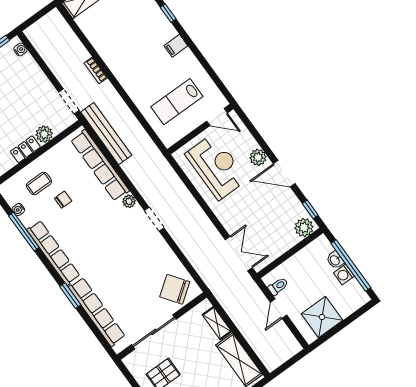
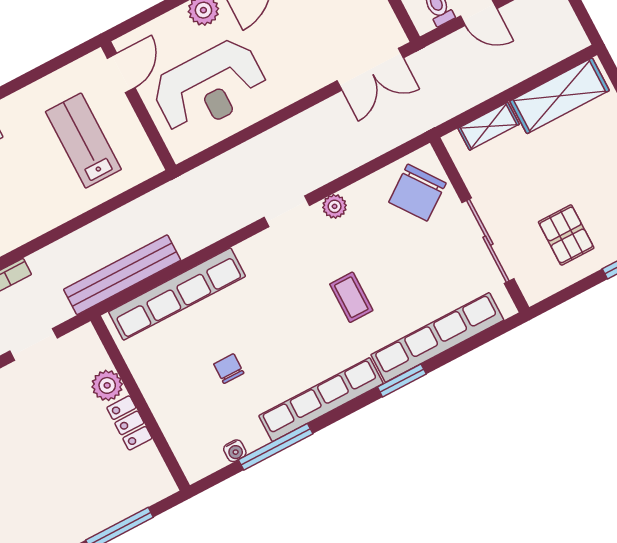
doorway: (69, 101) -> (33, 344), moved
lab bench: (177, 102) -> (83, 141), turned 180
reception desk: (216, 167) -> (210, 87), turned 180
coffee table: (39, 183) -> (351, 297), moved
plant: (129, 201) -> (335, 206), moved
double door: (239, 254) -> (370, 69), swing flipped

